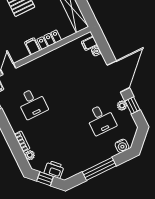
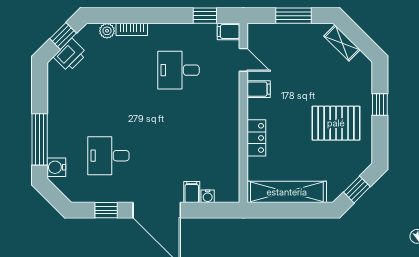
filing cabinet: (89, 43) -> (192, 192), moved
filing cabinet: (32, 46) -> (259, 89), moved
plant: (122, 106) -> (113, 195), removed
window: (99, 169) -> (40, 139), moved

